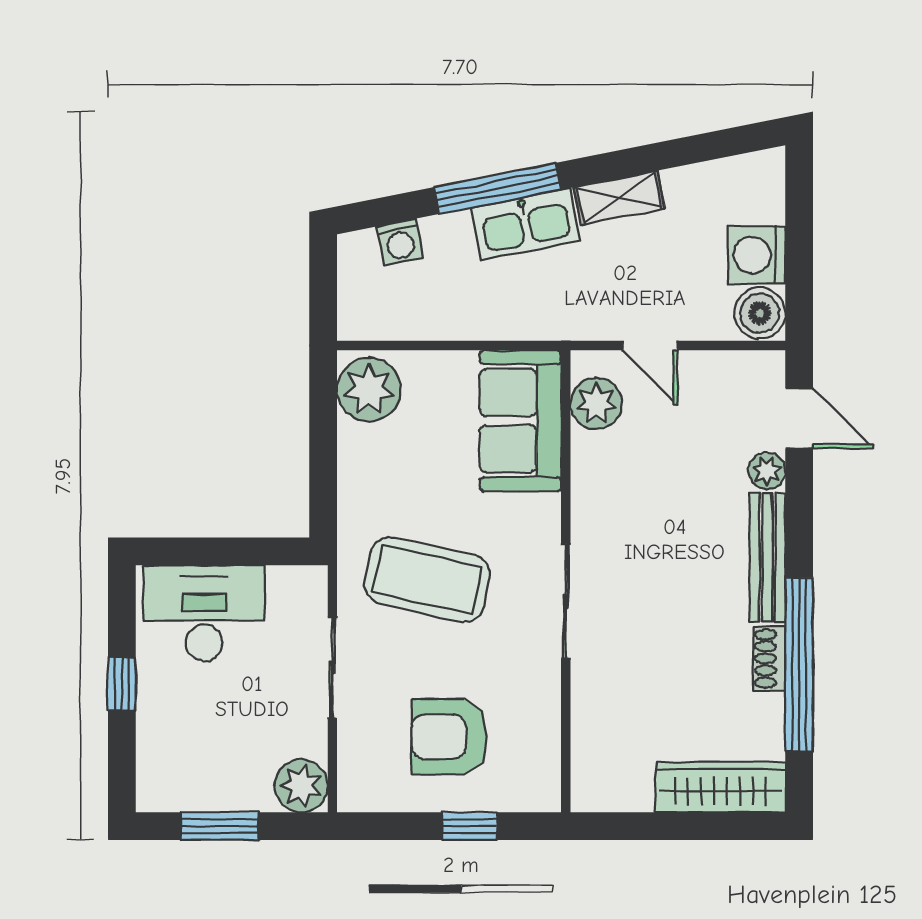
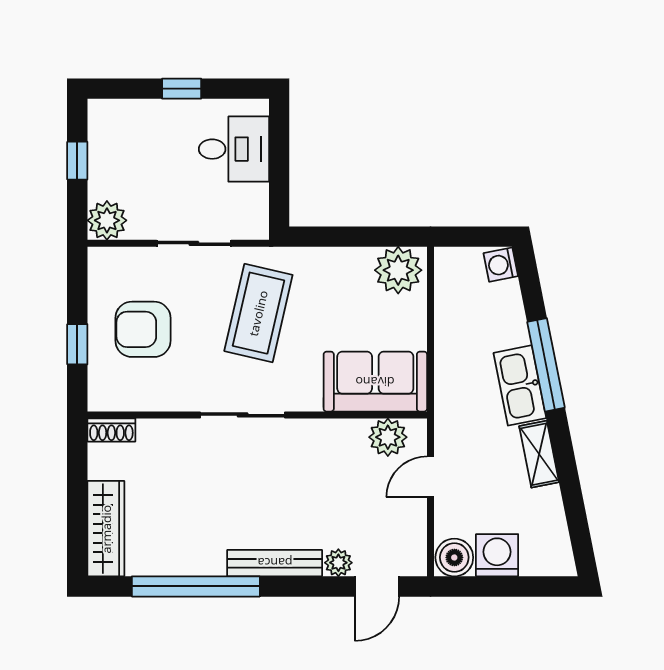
washing machine: (400, 242) -> (501, 265), moved
desk: (204, 613) -> (234, 149), width x0.73
shoe rack: (770, 658) -> (111, 430), moved, turned 180
armchair: (449, 737) -> (143, 329), turned -90
window: (220, 826) -> (77, 161), width x0.67

